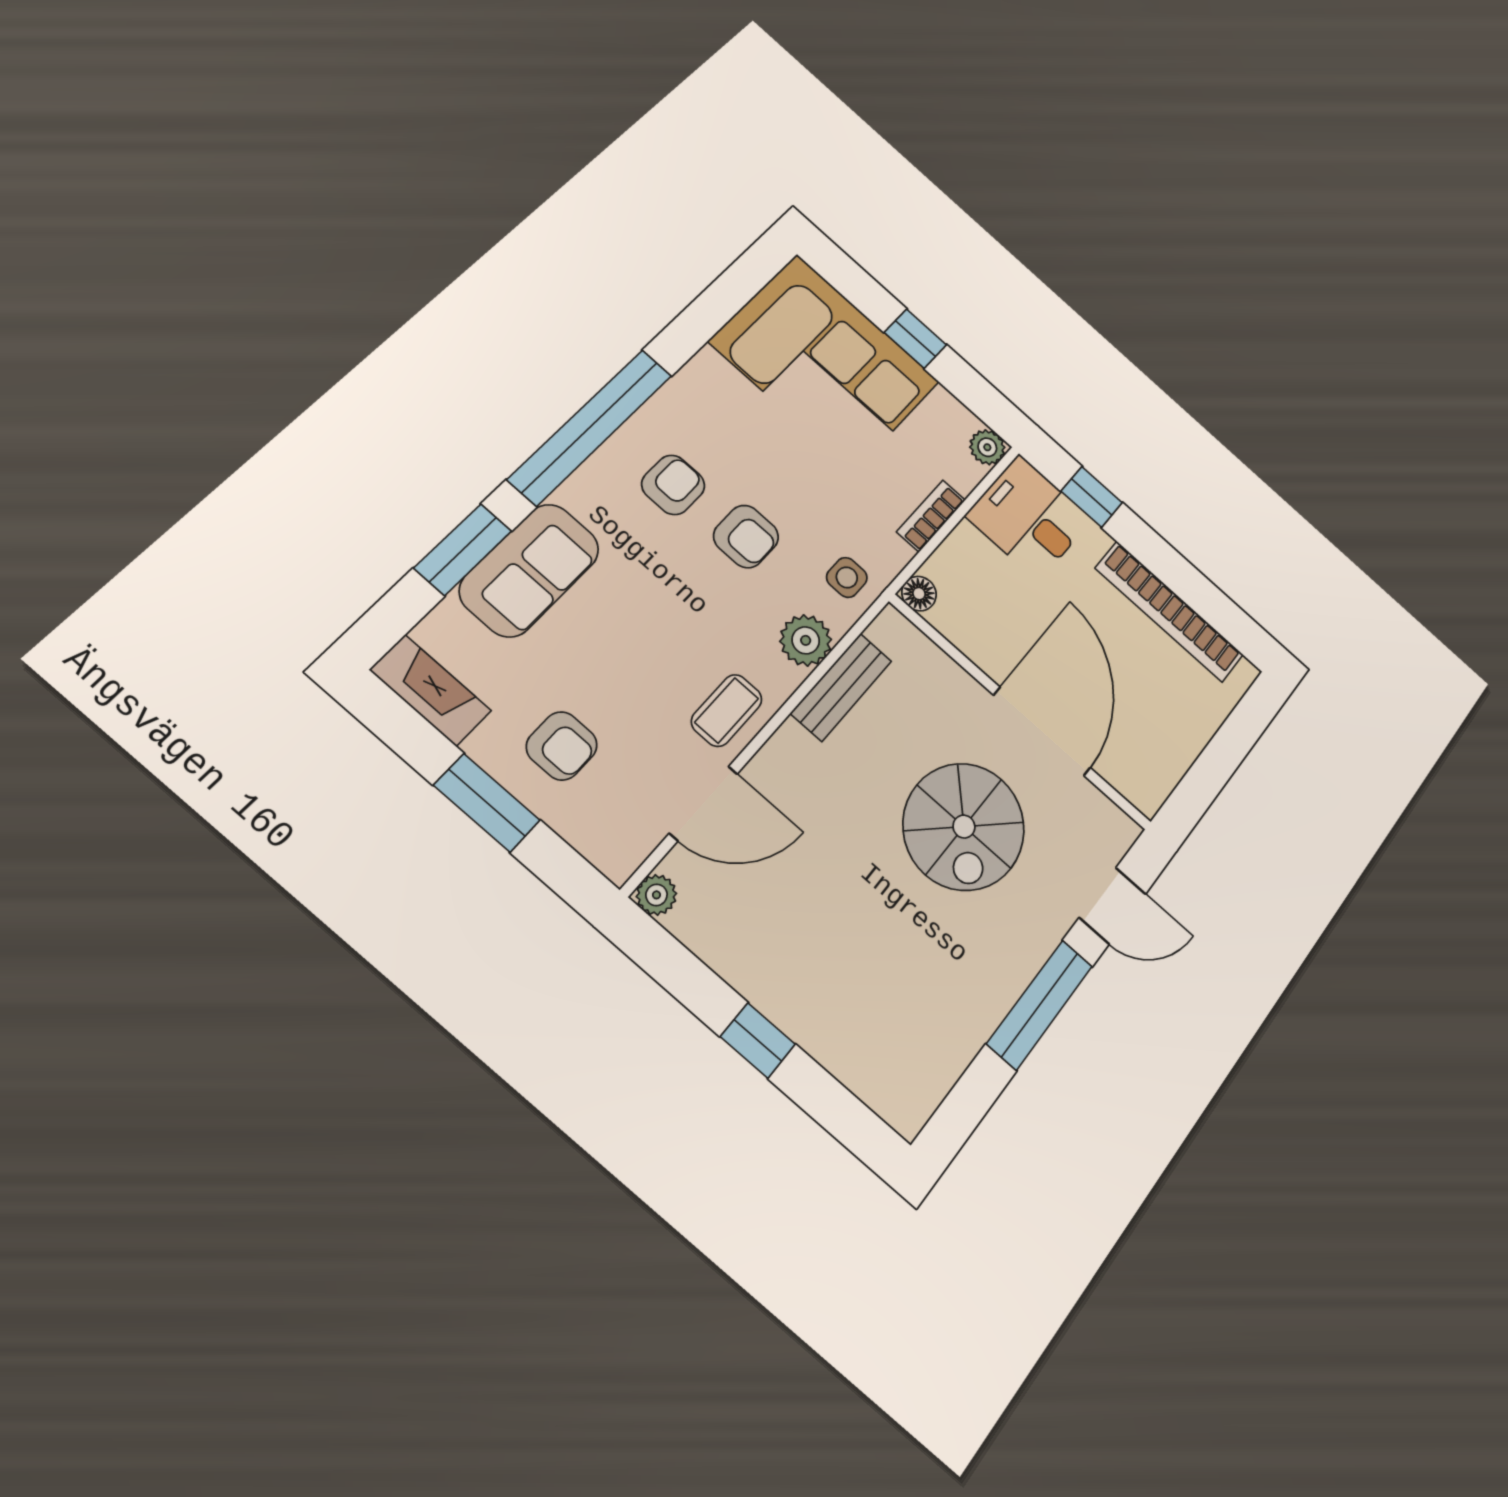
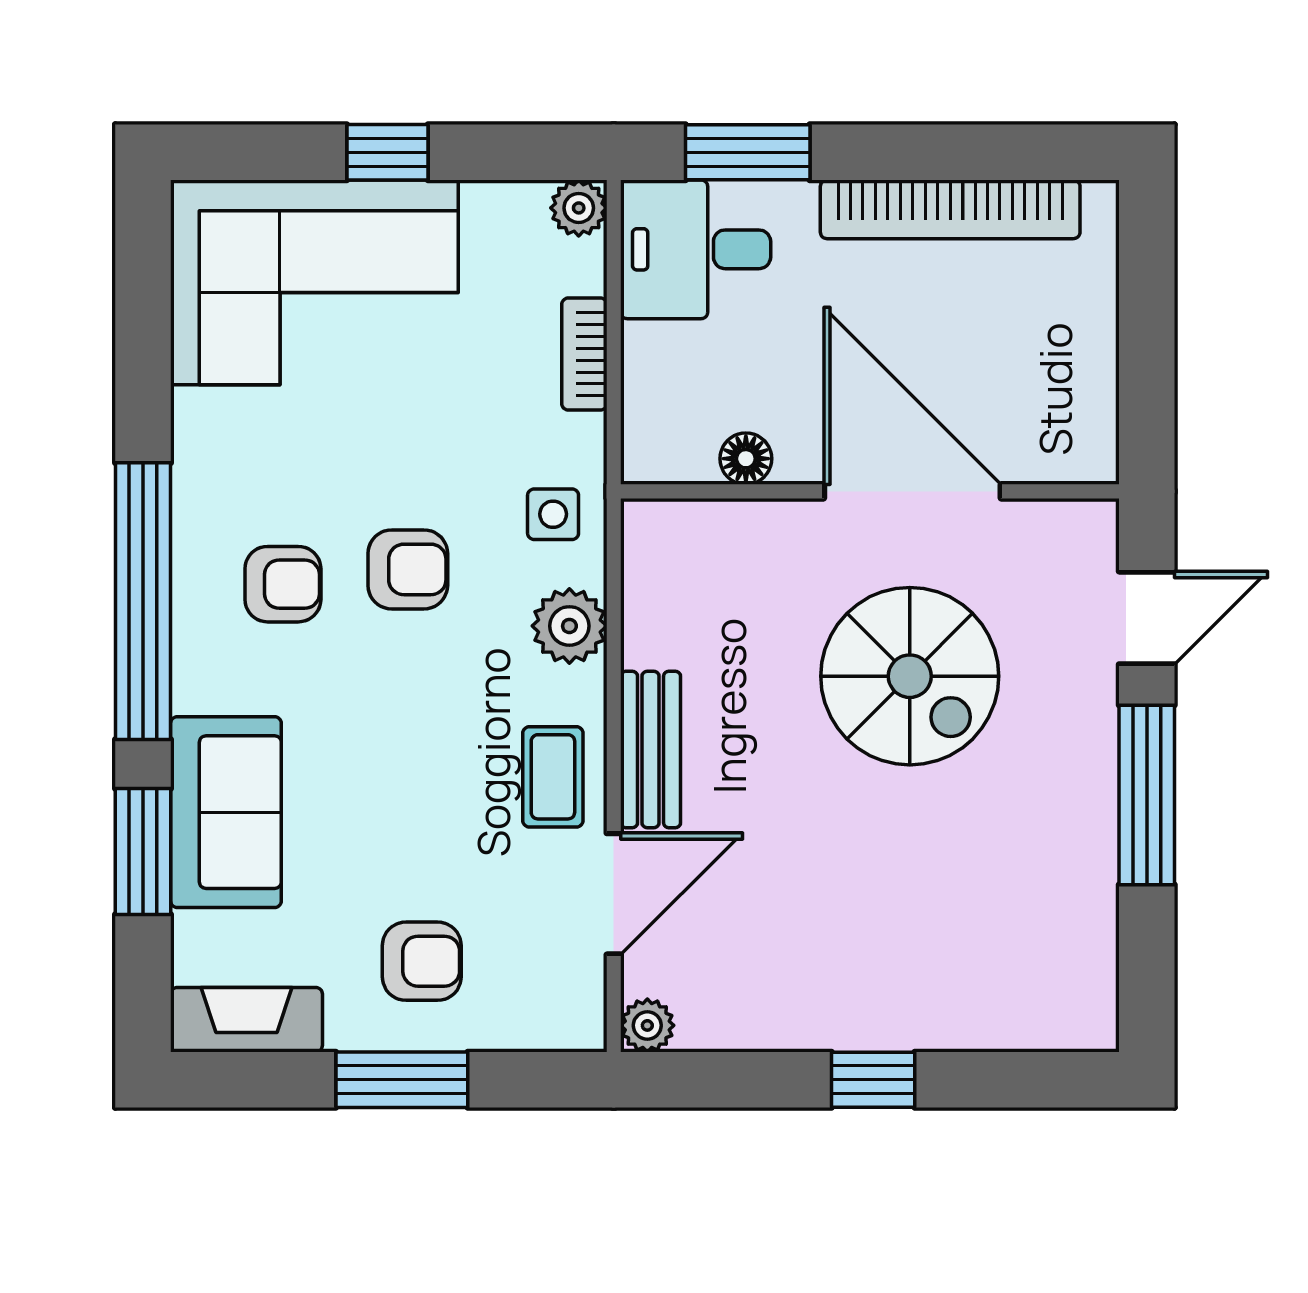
armchair: (673, 485) -> (283, 584), turned 90
window: (1092, 497) -> (748, 152), width x1.50
floor lamp: (919, 594) -> (746, 459), moved
bench: (841, 687) -> (651, 749), moved

